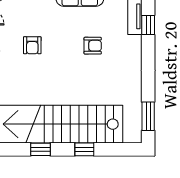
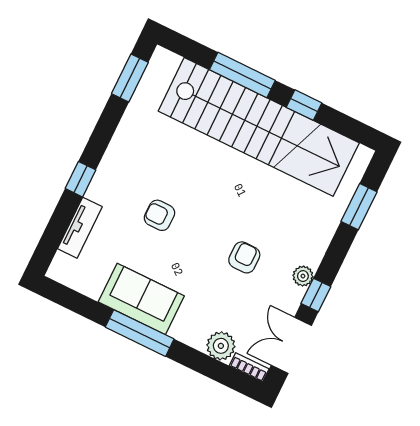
window: (148, 25) -> (81, 179), moved
window: (84, 149) -> (242, 75), width x2.17

